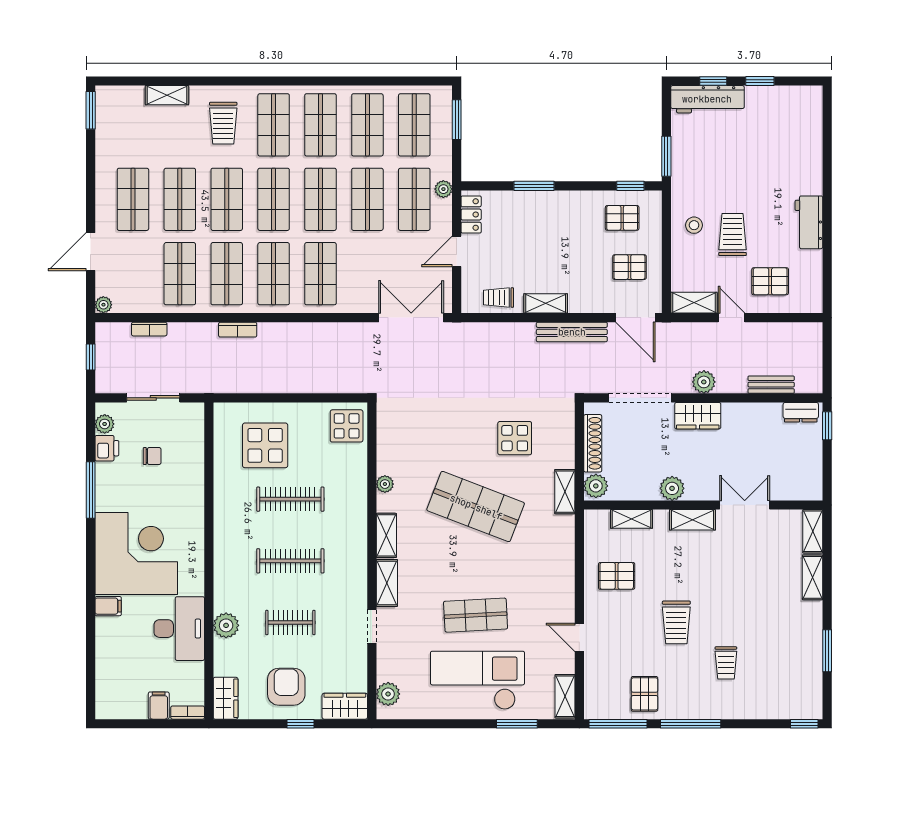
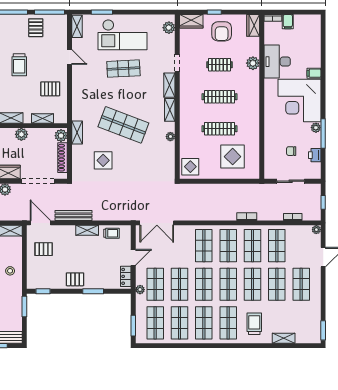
pallet: (622, 218) -> (75, 279), moved
plant: (105, 424) -> (316, 128), moved
trolley: (676, 622) -> (19, 65), turned 180

